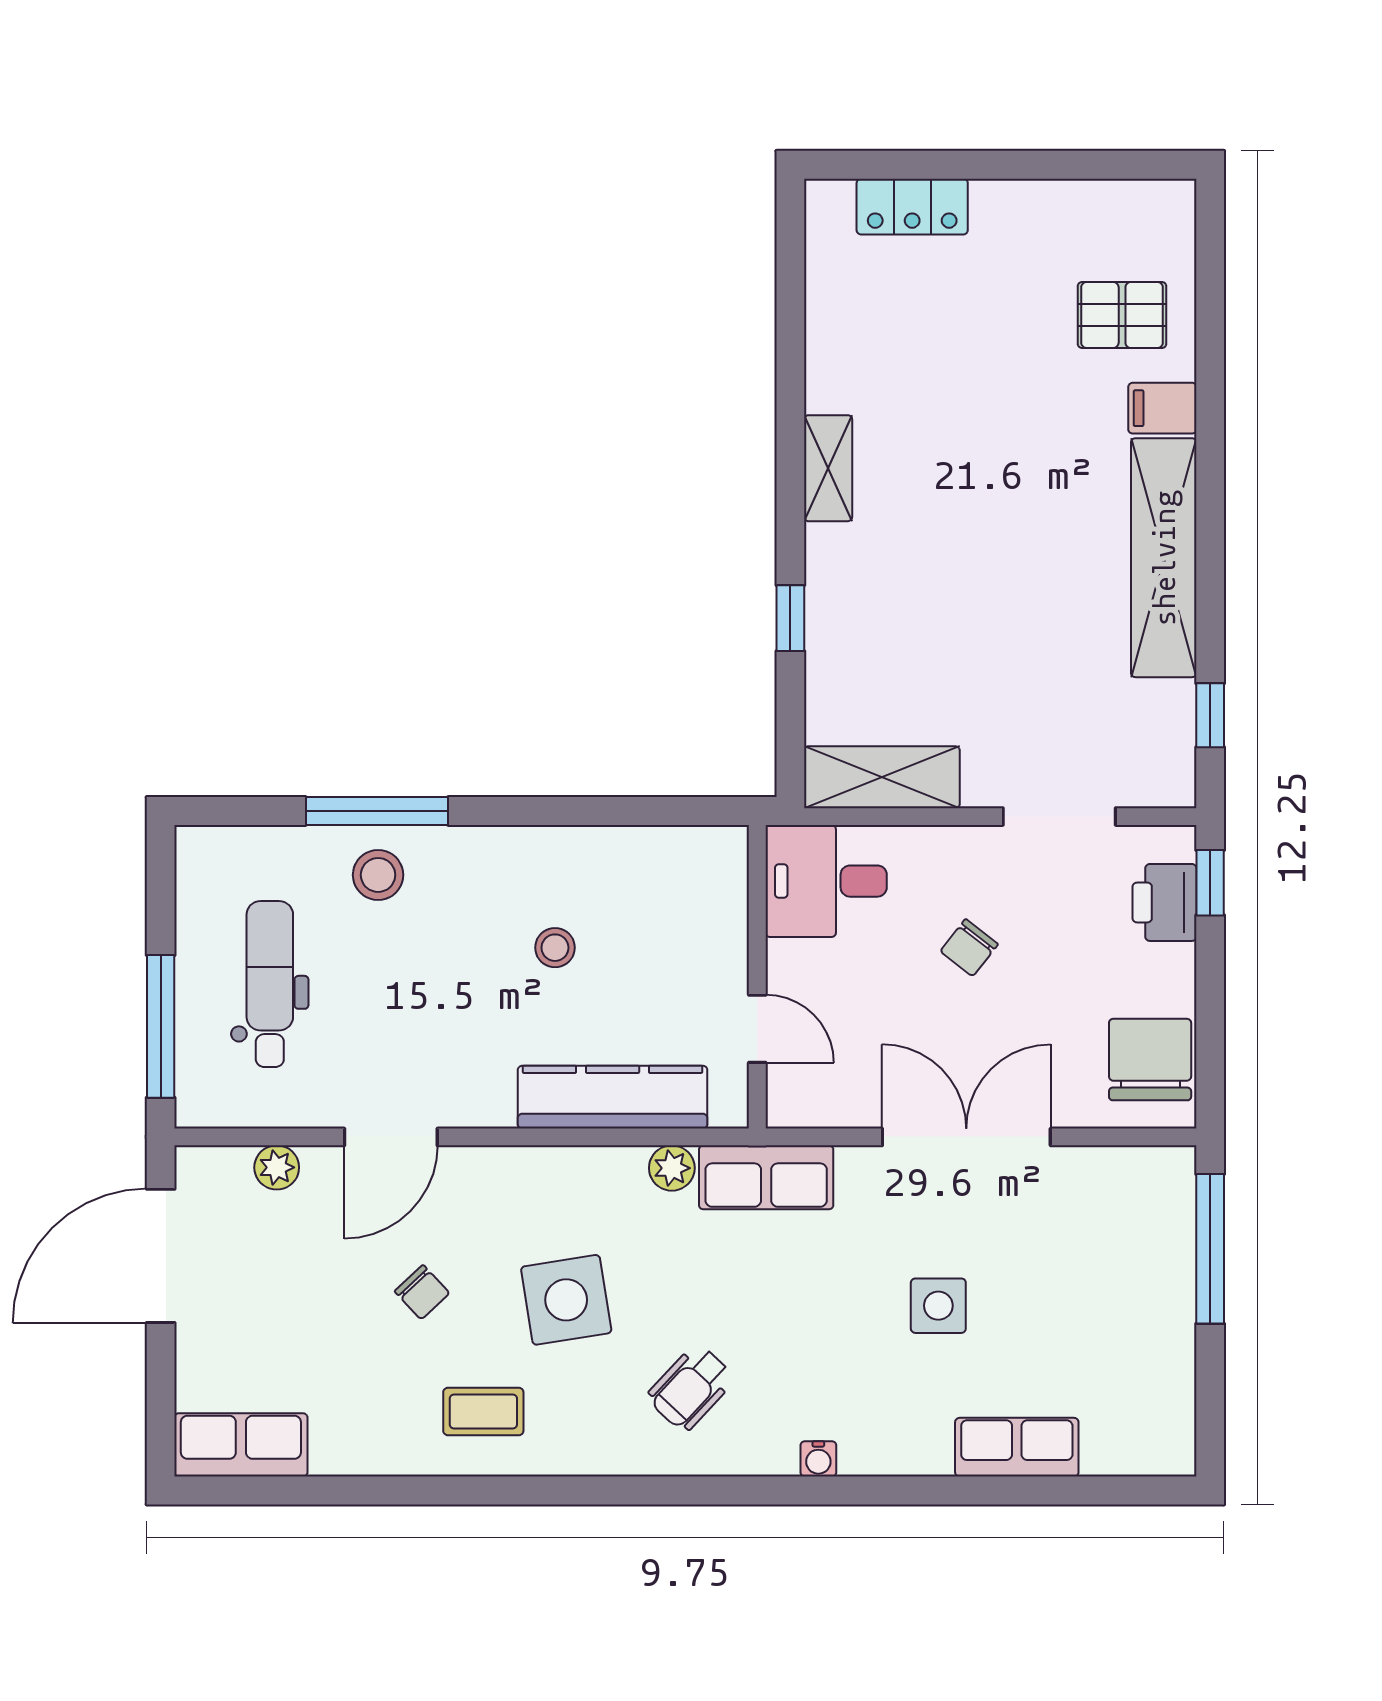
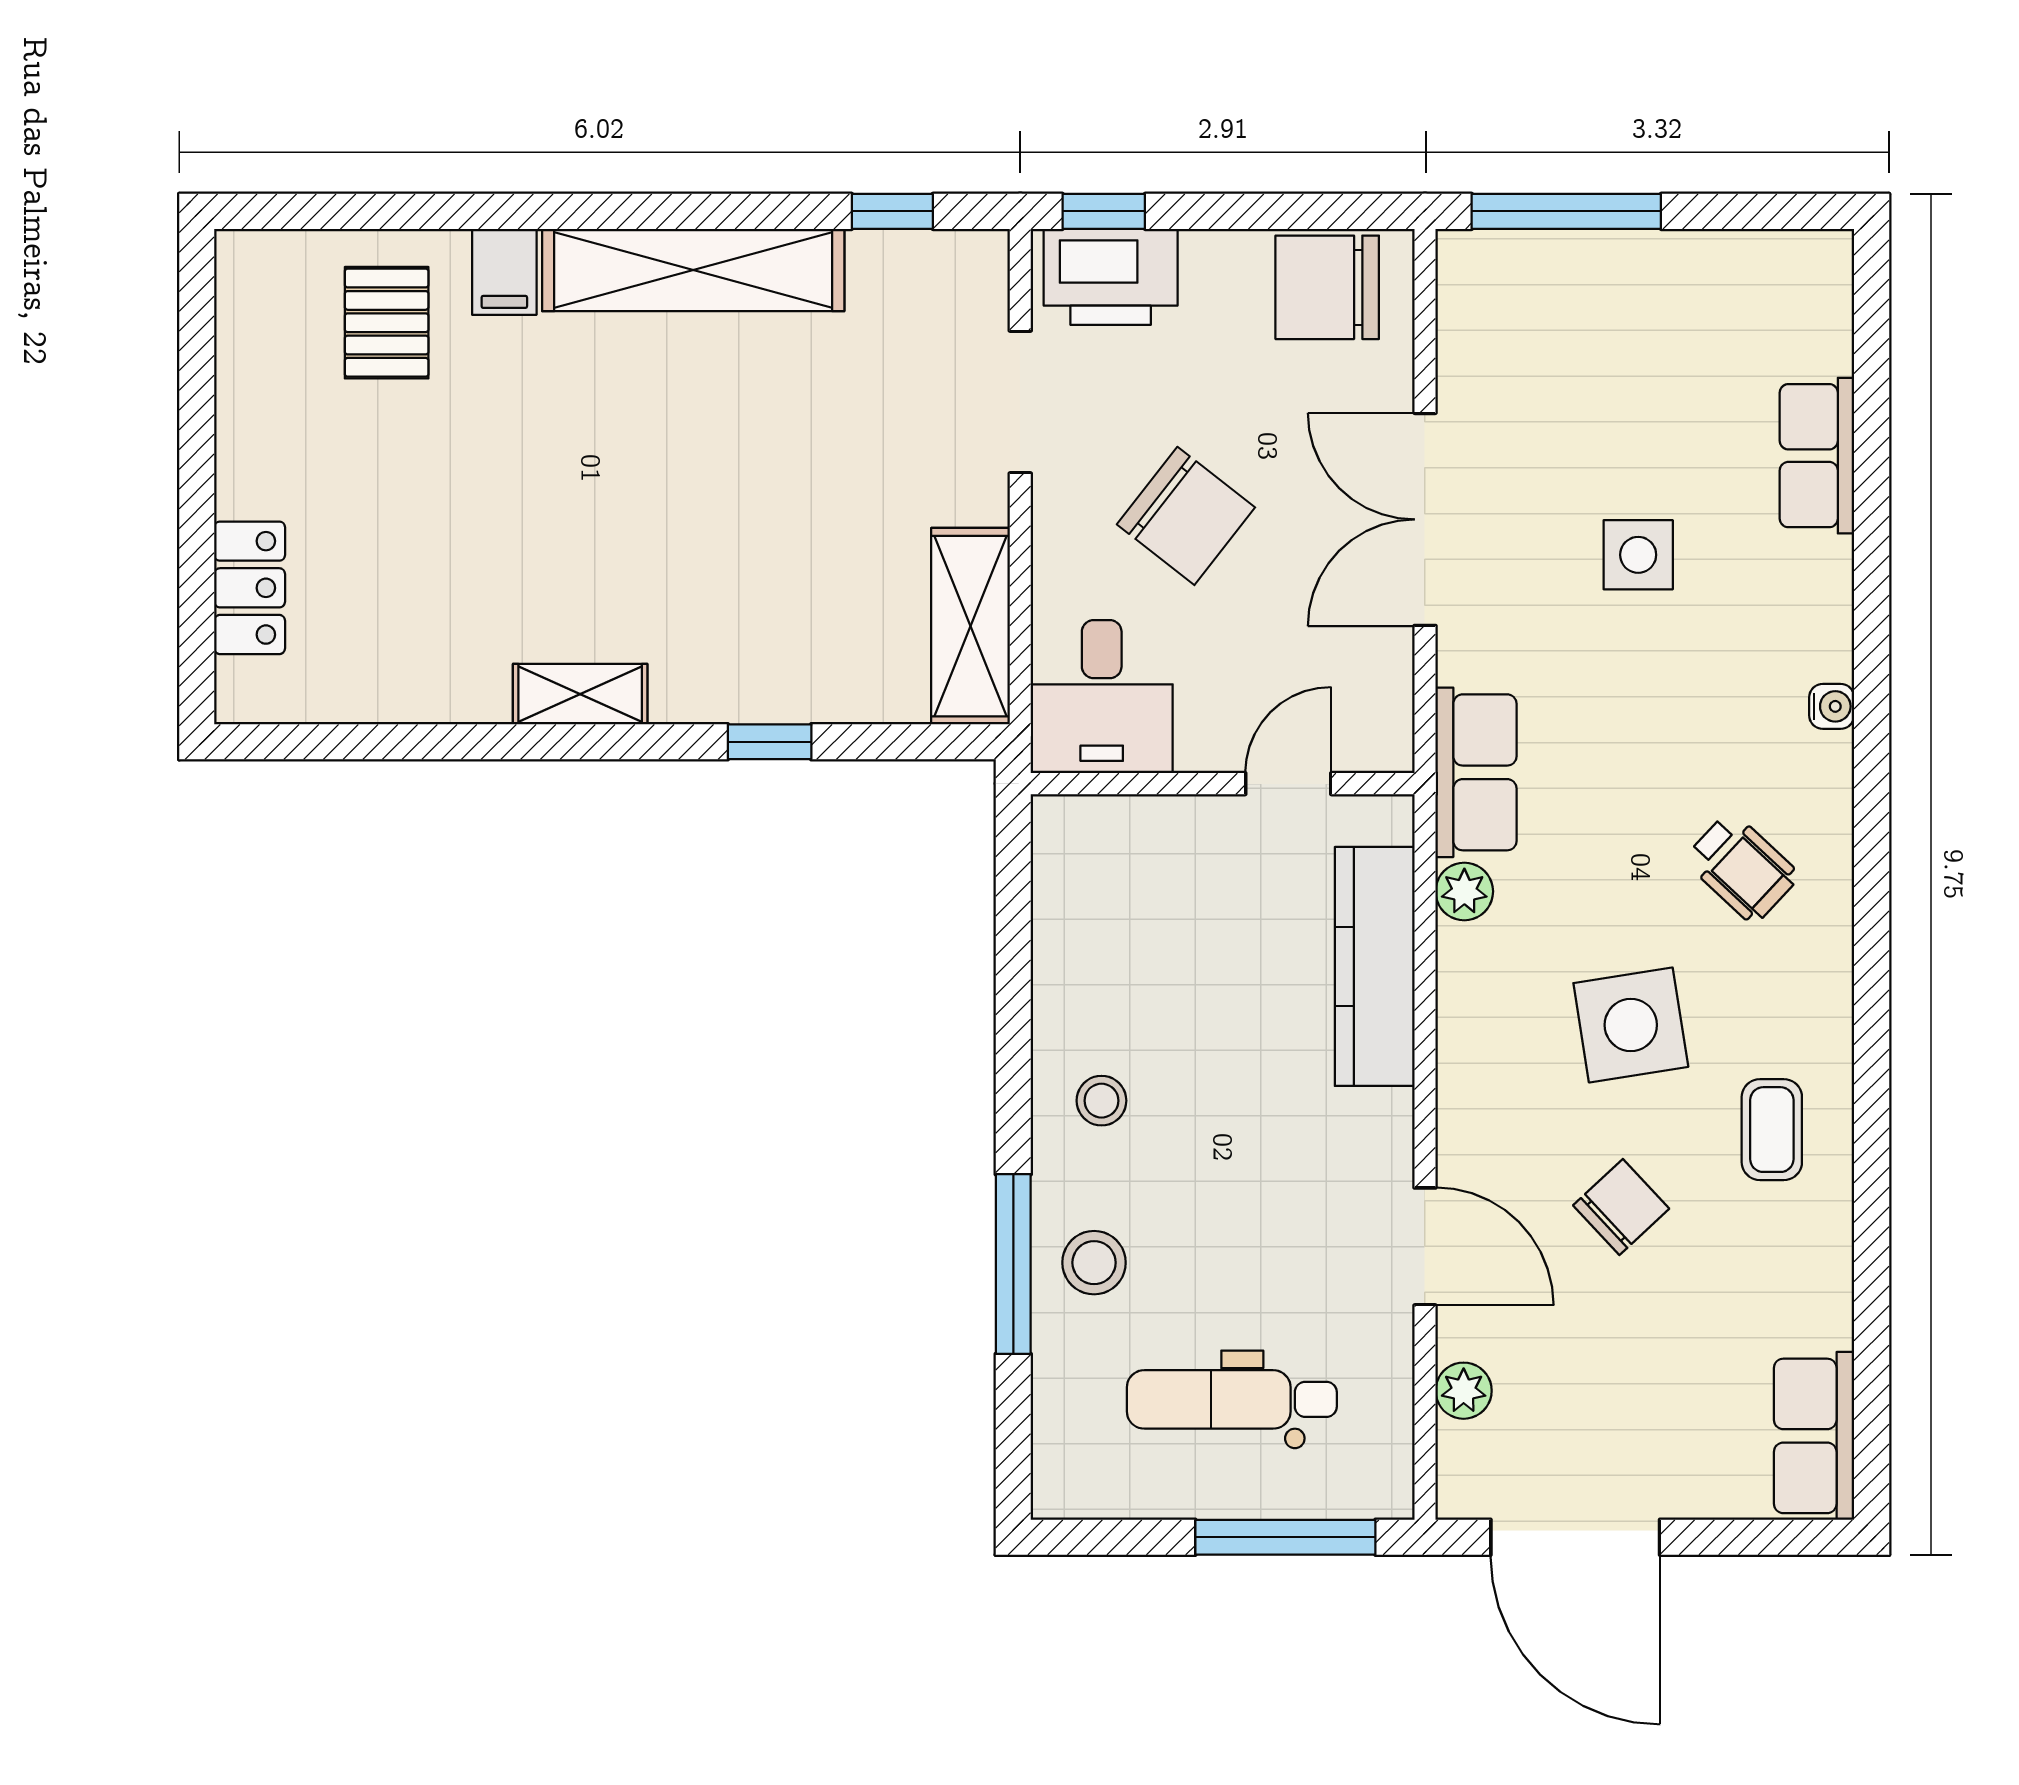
printer: (1164, 902) -> (1111, 277), width x1.37, depth x1.19
stool: (555, 948) -> (1101, 1101), moved
chair: (969, 948) -> (1186, 516), width x1.87, depth x1.87
chair: (422, 1292) -> (1621, 1207), width x1.37, depth x1.37

